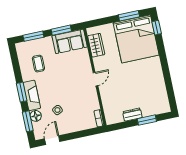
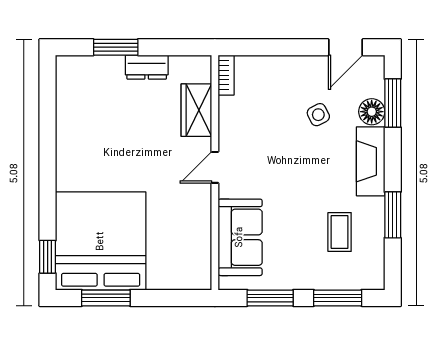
sofa: (70, 41) -> (240, 237), moved, turned 90
wardrobe: (96, 45) -> (196, 110), moved
window: (22, 92) -> (393, 215), moved

